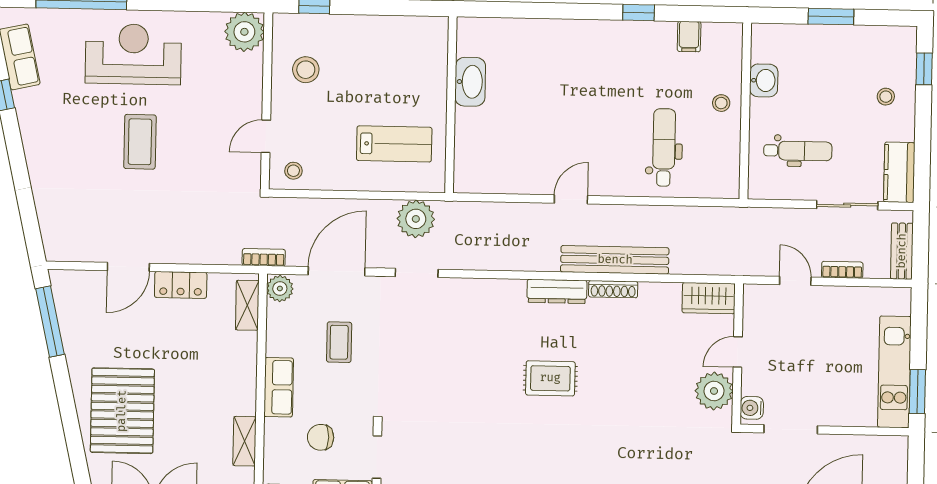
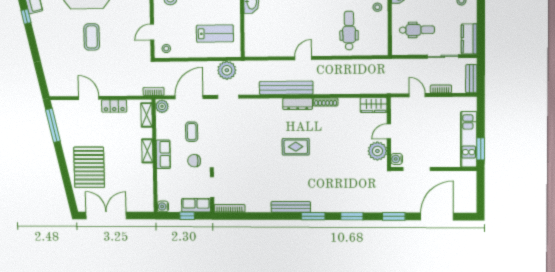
bench: (615, 260) -> (286, 88), moved
door: (128, 267) -> (89, 98), swing flipped
chair: (321, 437) -> (194, 161), moved
shelving: (245, 441) -> (147, 151), moved

